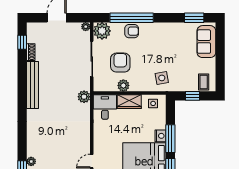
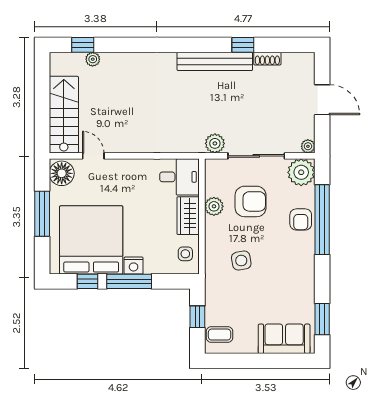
window: (22, 42) -> (243, 45), moved
side table: (162, 78) -> (241, 261), moved
plant: (84, 97) -> (215, 143), moved

